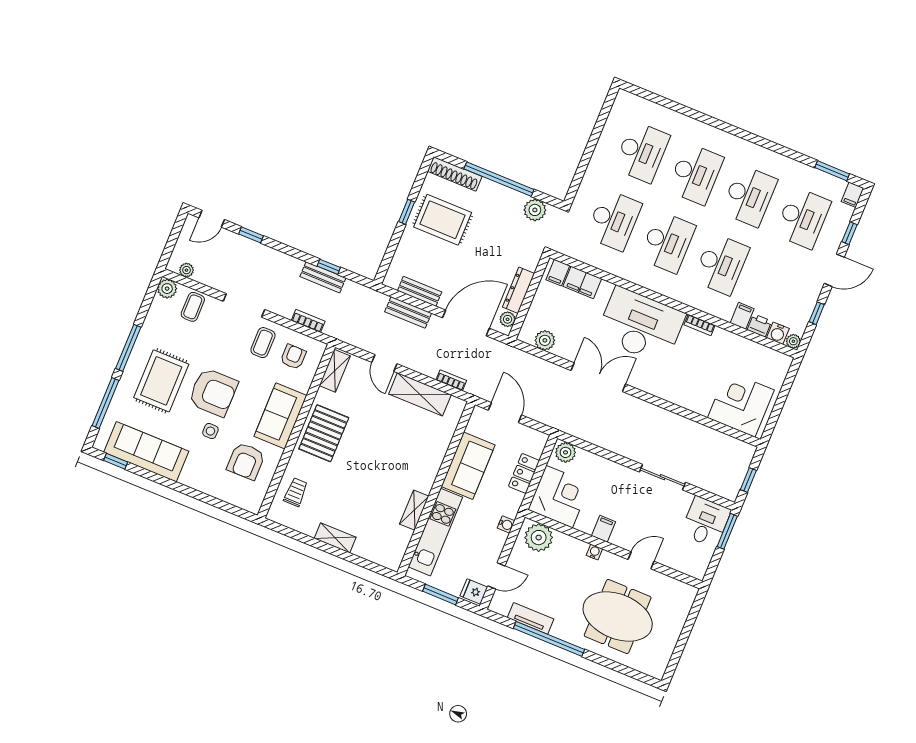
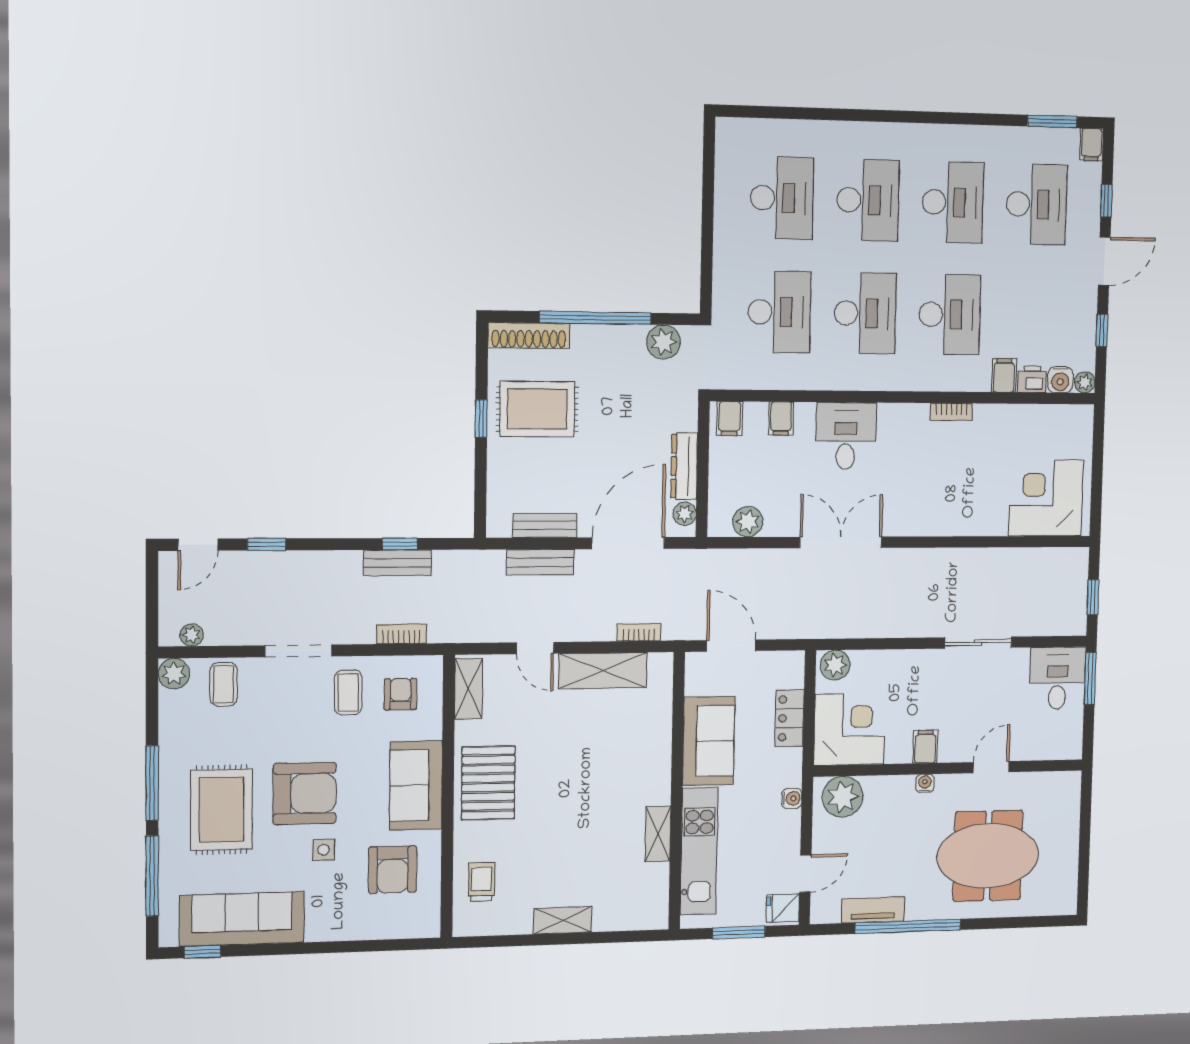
filing cabinet: (582, 282) -> (781, 419), width x0.50
desk: (641, 326) -> (846, 436), width x0.53, depth x0.77

